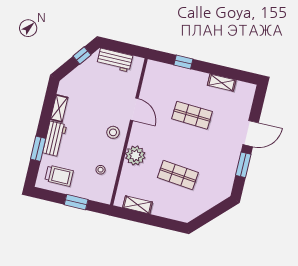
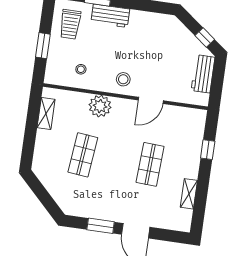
shelving: (59, 108) -> (144, 18), removed

